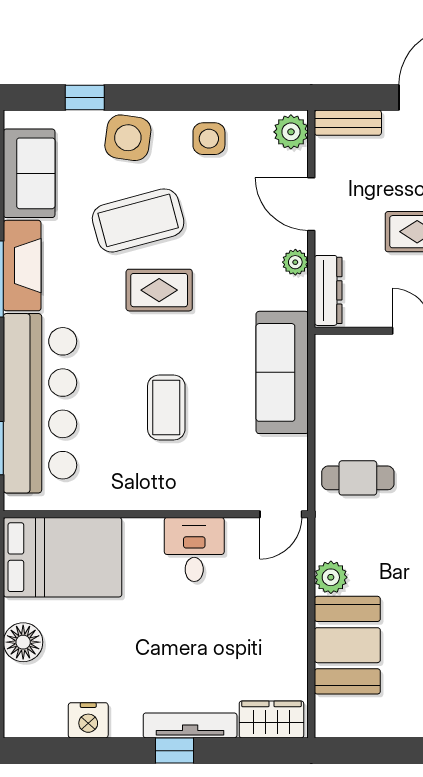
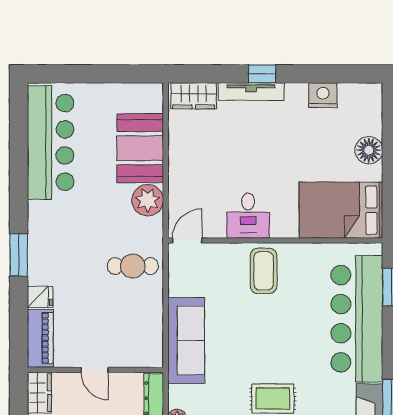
coffee table: (166, 408) -> (264, 271), moved
plant: (331, 577) -> (148, 200), width x1.36, depth x1.36

